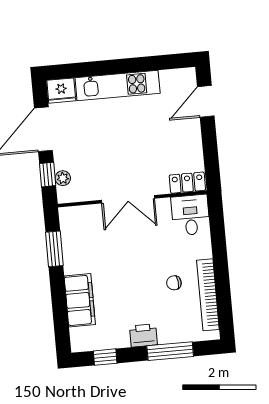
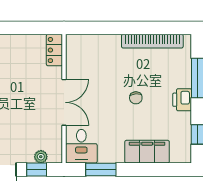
desk: (191, 215) -> (81, 146), moved, turned -90
chair: (174, 283) -> (136, 98), moved

